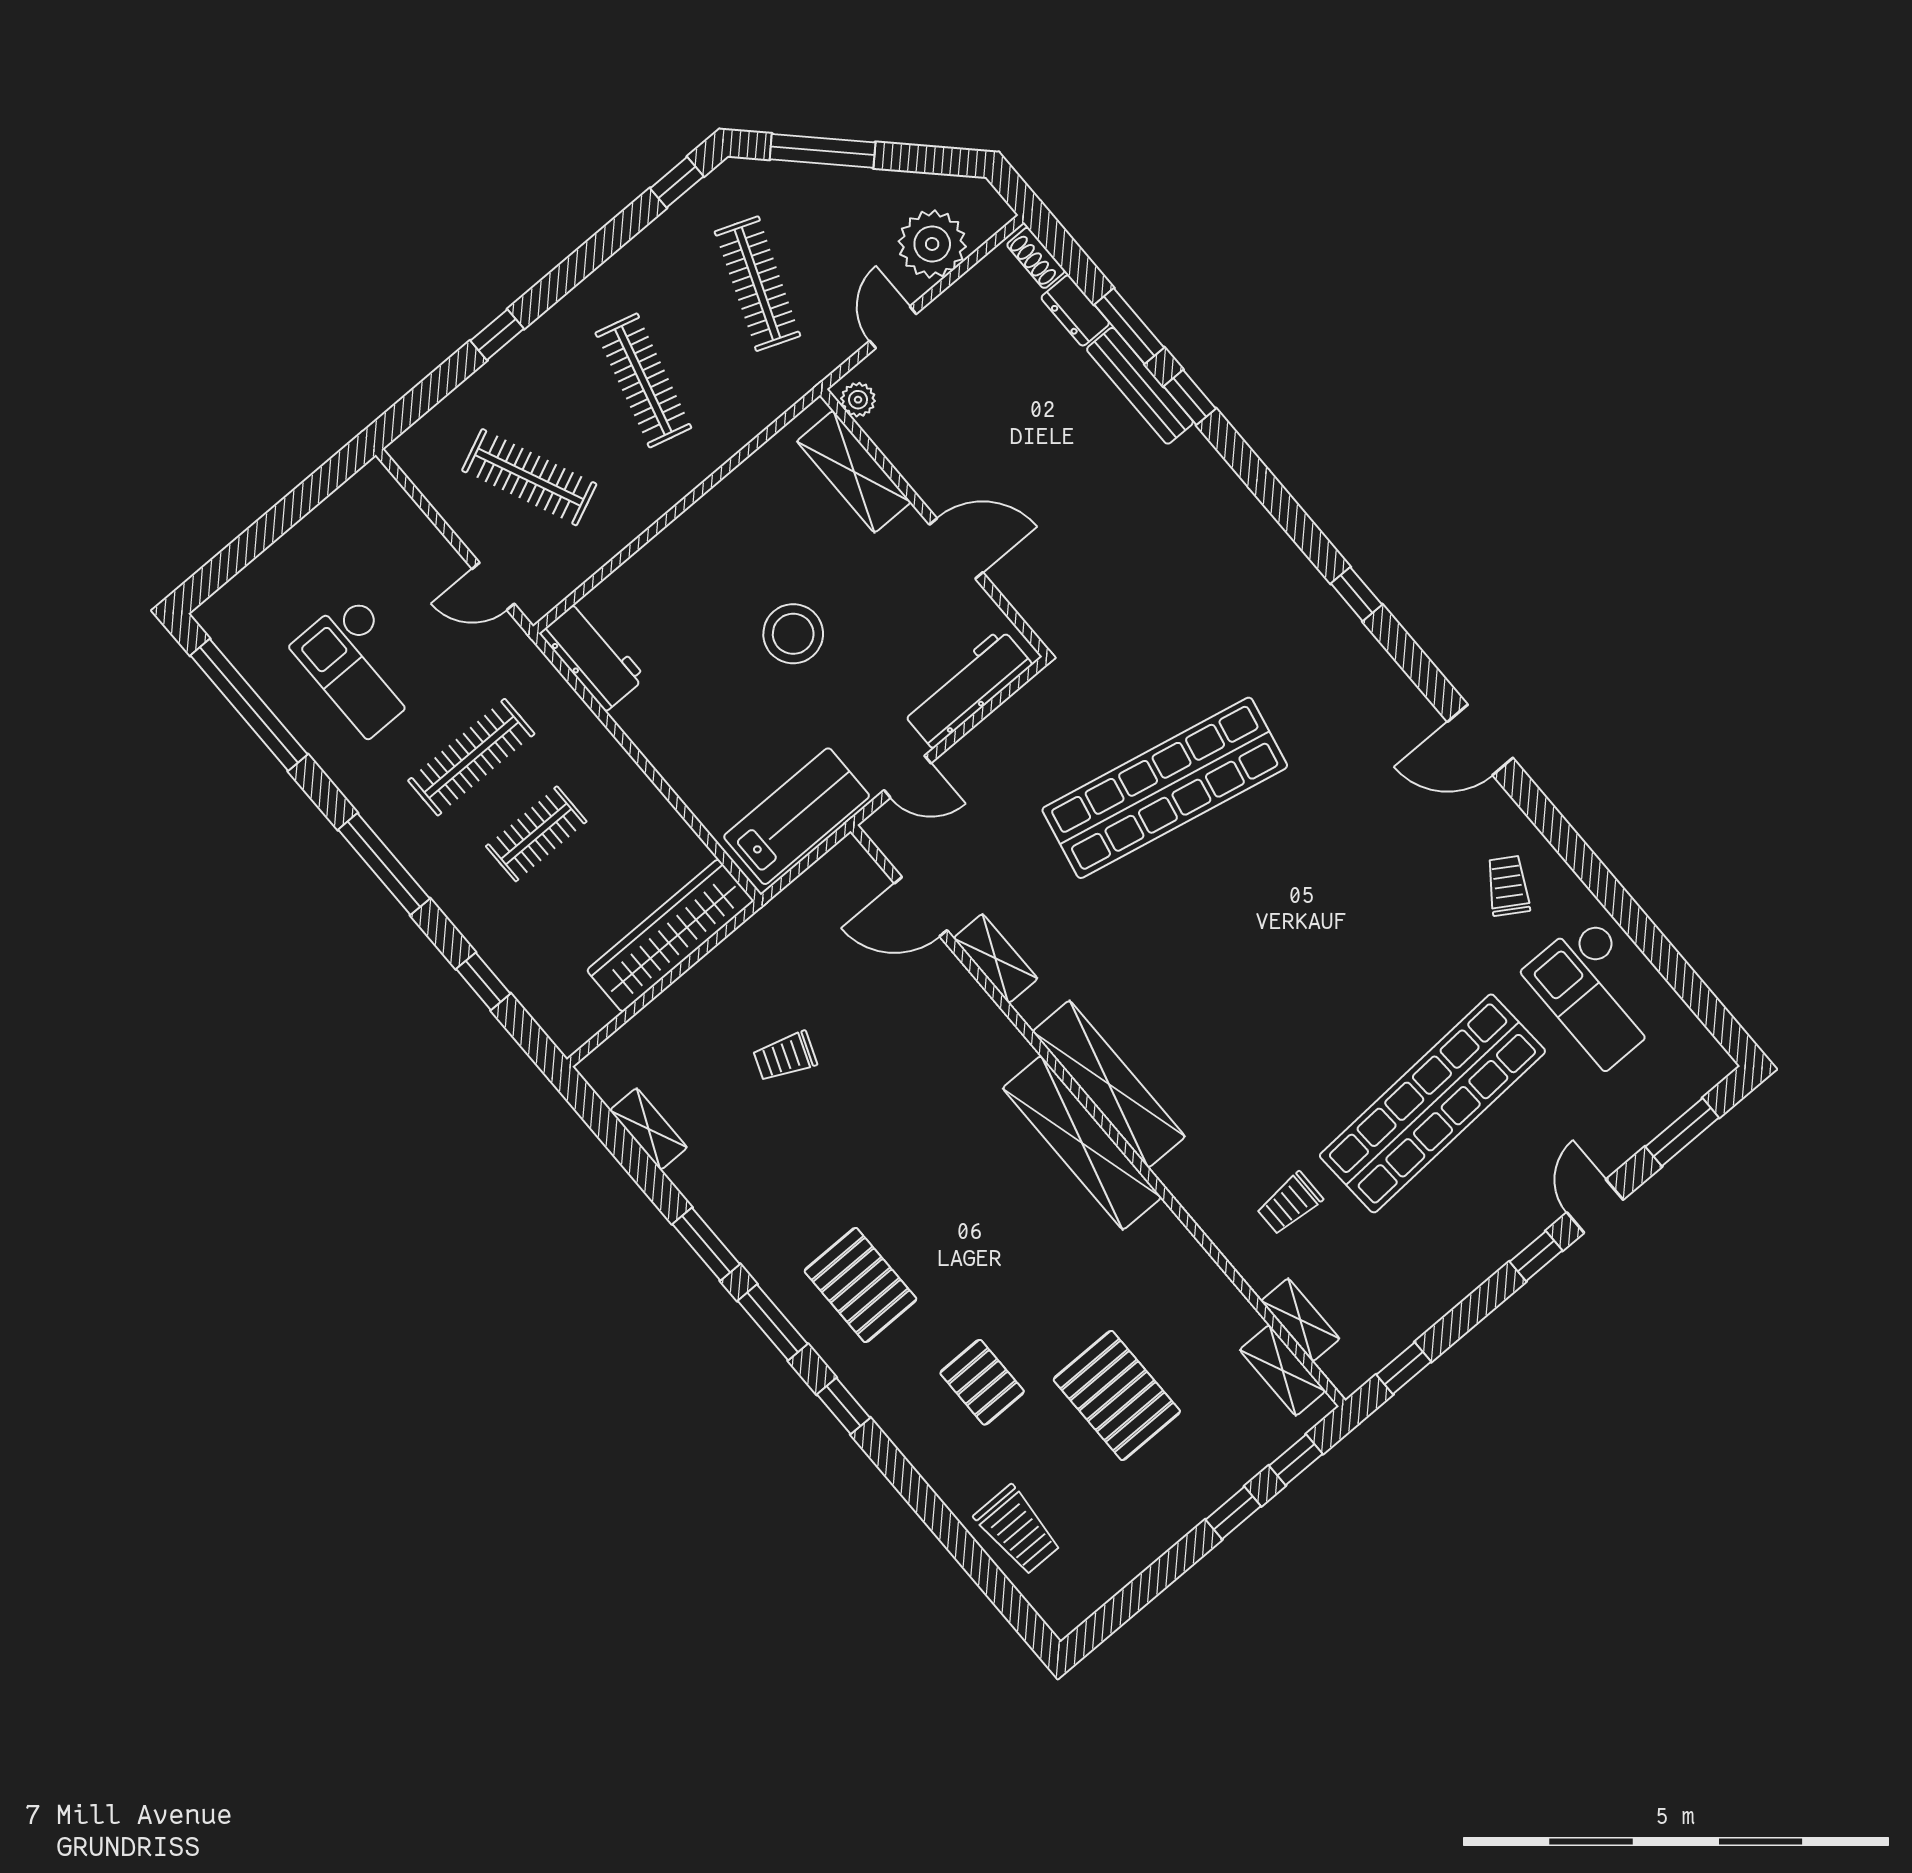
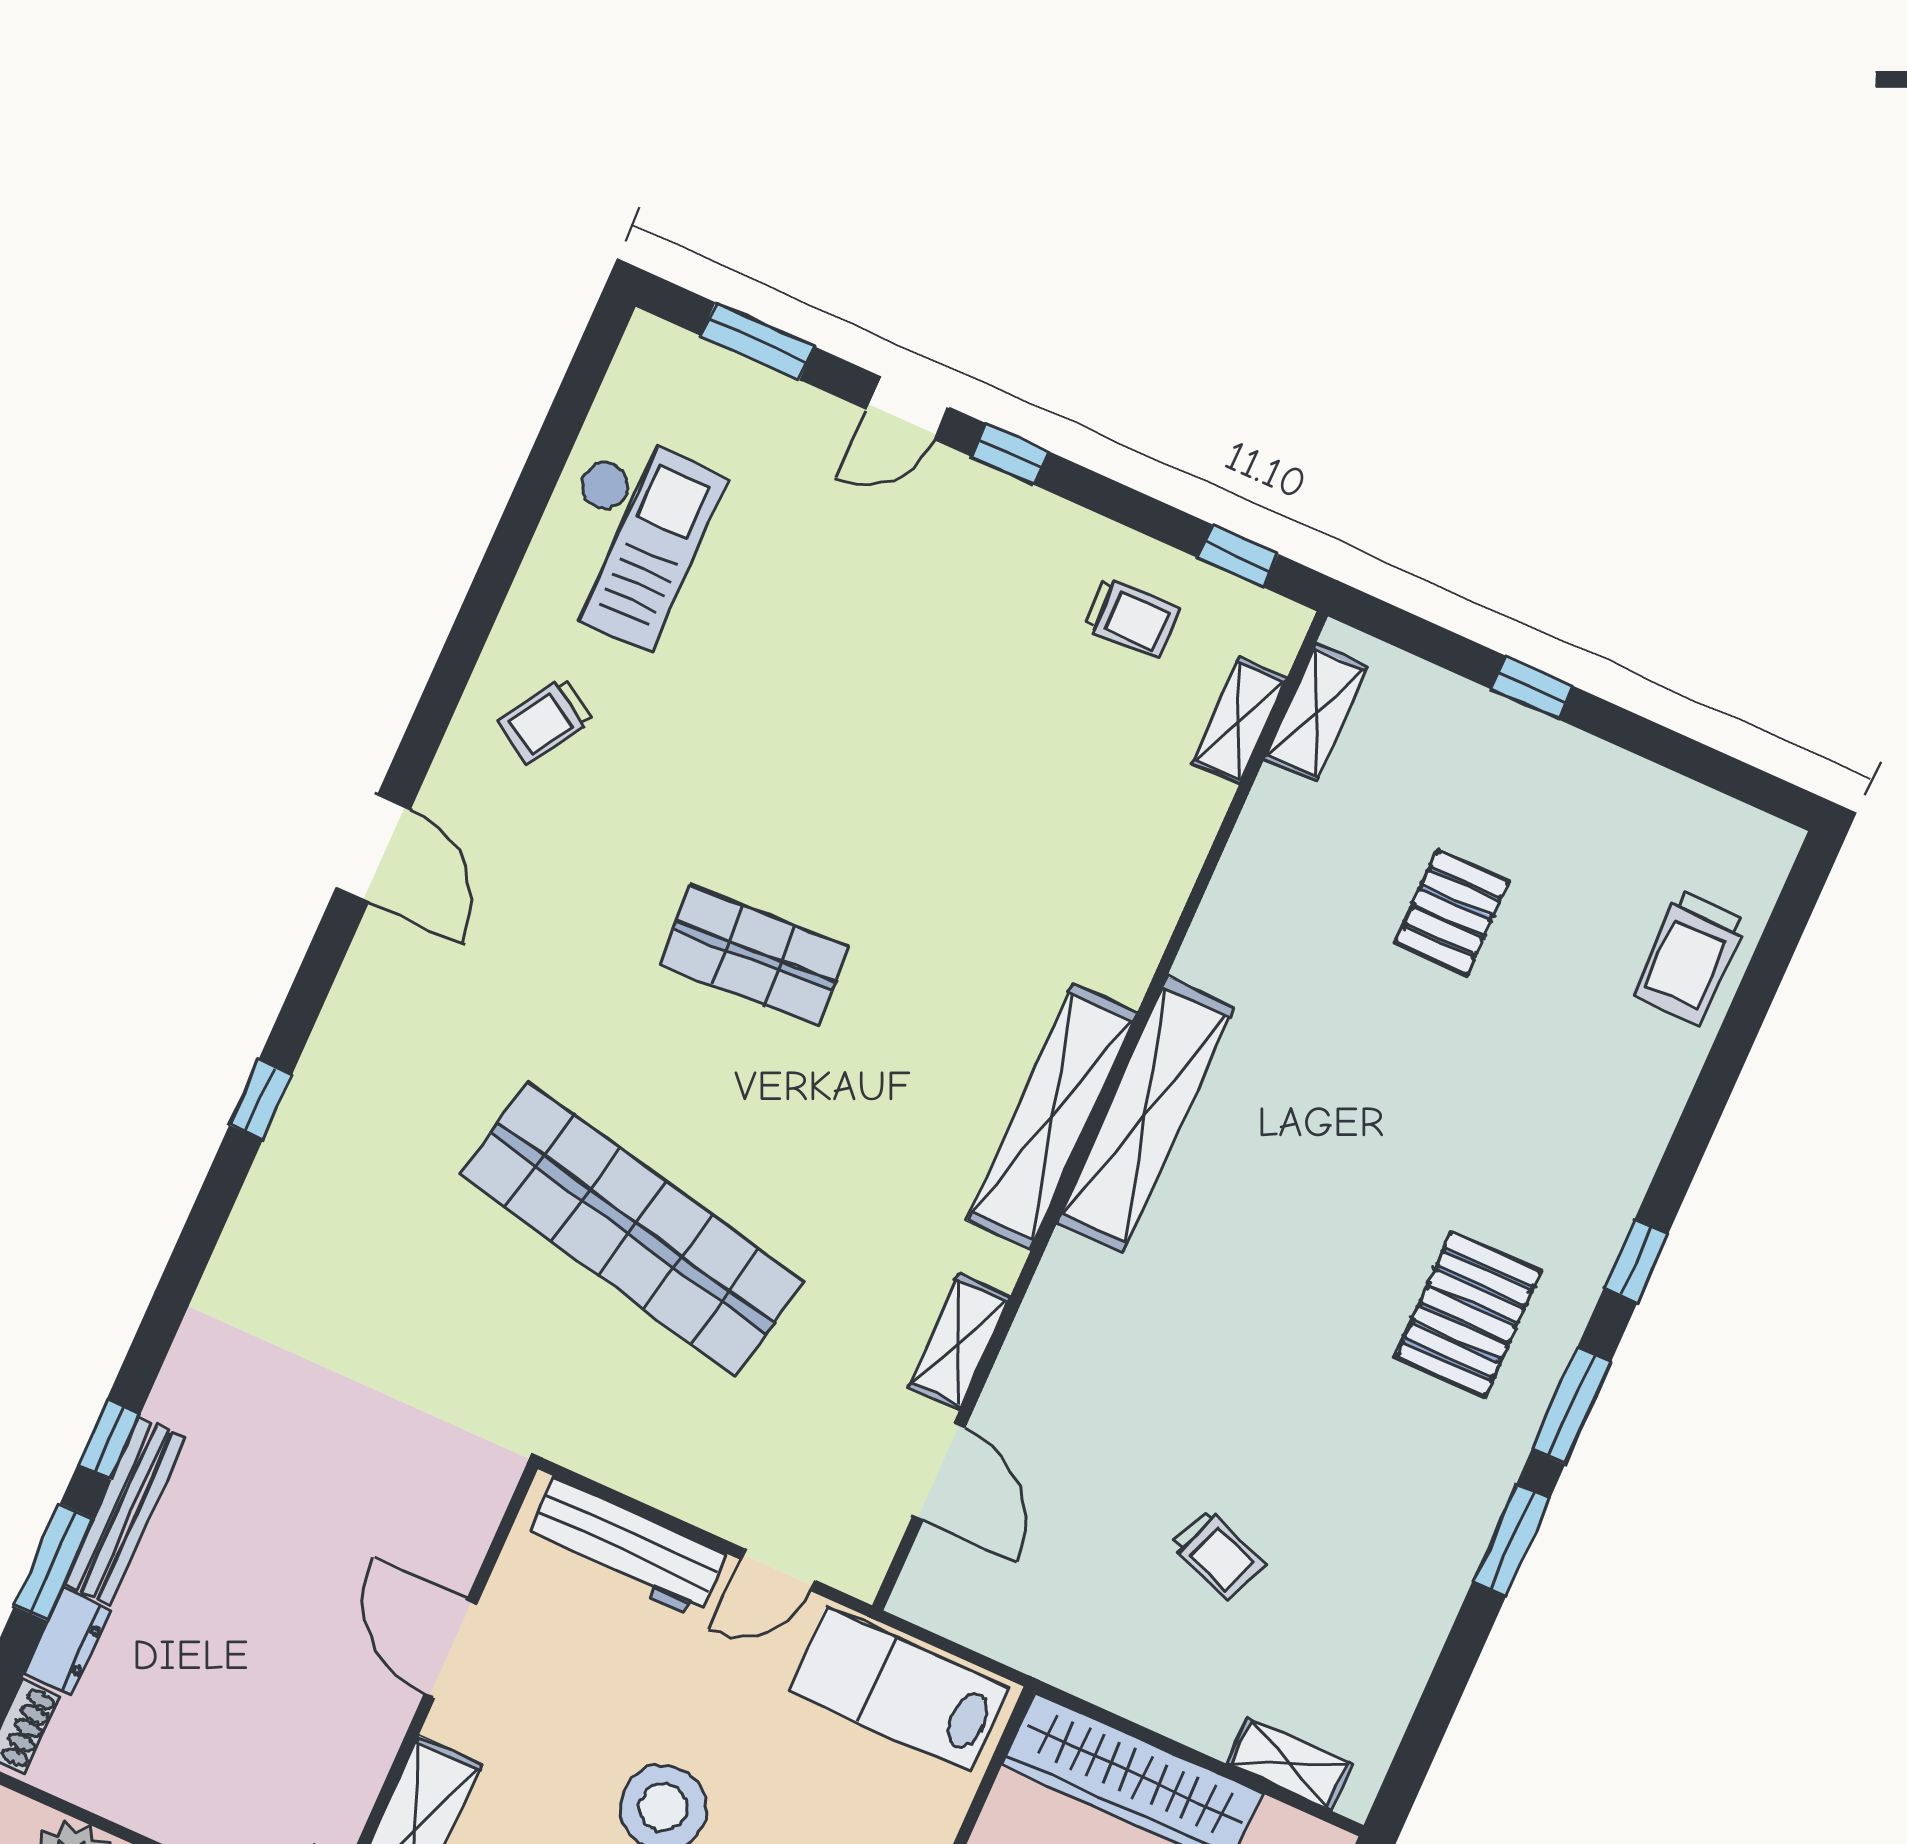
door: (907, 777) -> (778, 1570), swing flipped
shop shelf: (1432, 1103) -> (754, 956), moved, width x0.50, depth x0.74
shelving: (649, 1129) -> (1290, 1764), moved, turned 90
trolley: (1290, 1203) -> (1131, 618), moved
pallet: (982, 1382) -> (1519, 1096), removed
pallet: (1117, 1396) -> (1452, 912), width x0.67, depth x0.71
window: (1296, 1460) -> (1424, 639), removed
trolley: (1018, 1530) -> (1689, 957), turned 180

